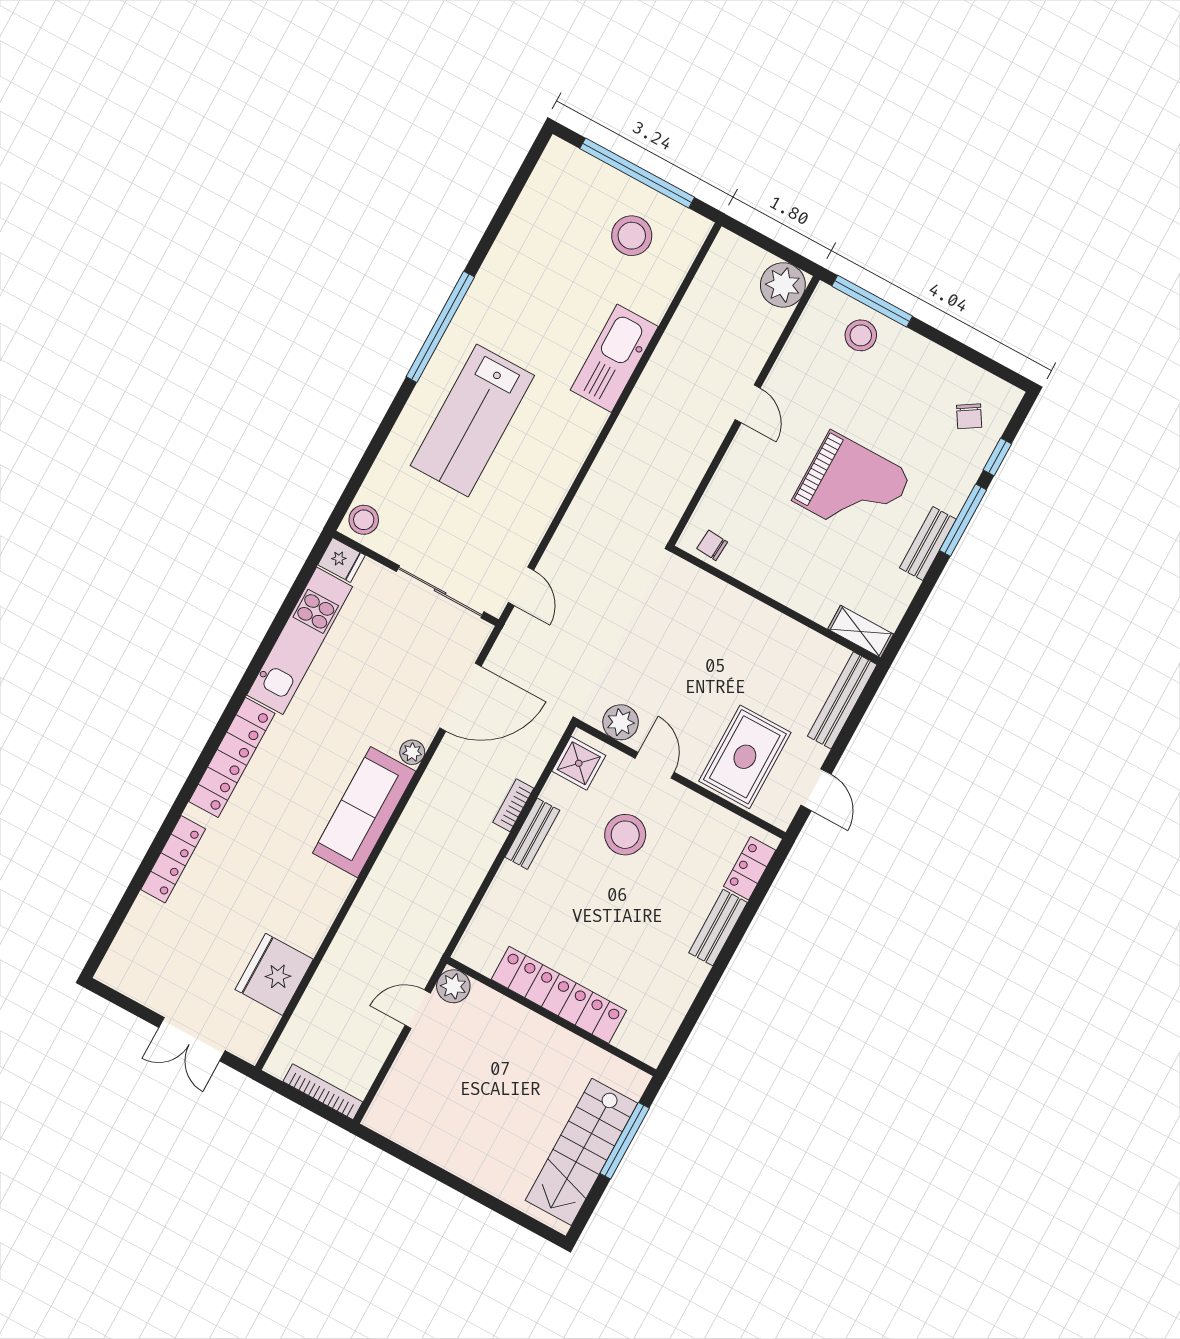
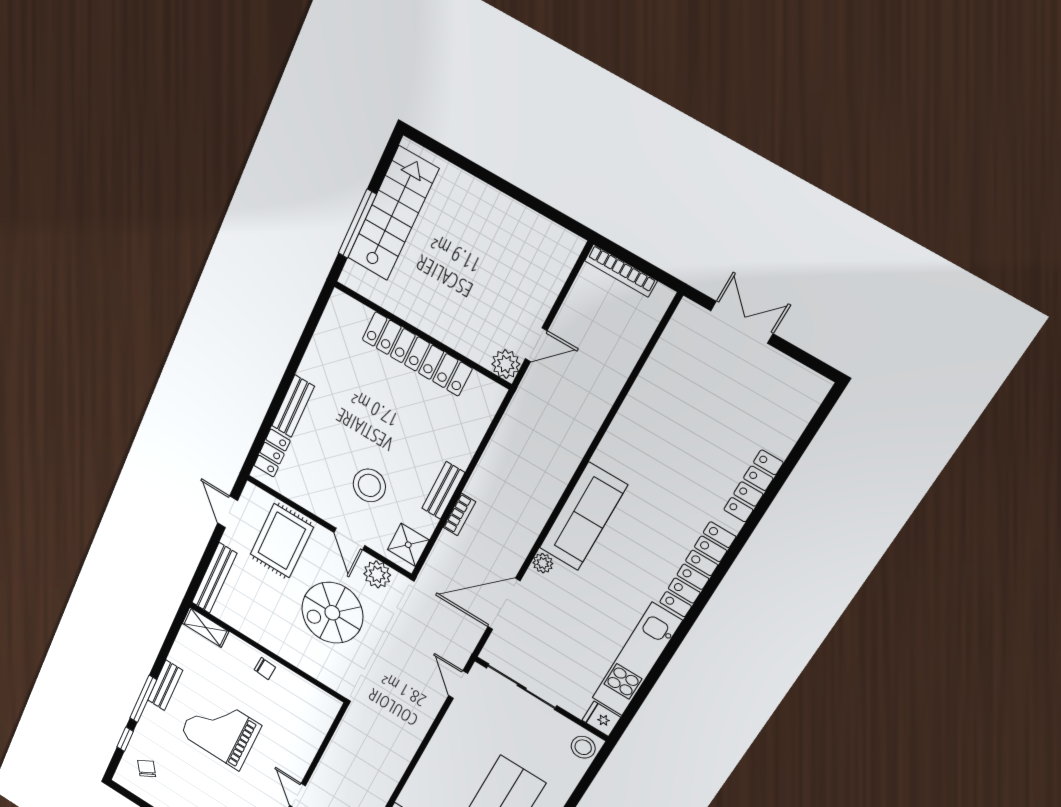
chair: (712, 545) -> (265, 668), moved
spiral stairs: (683, 667) -> (332, 613), added
fridge: (274, 974) -> (664, 380), removed

